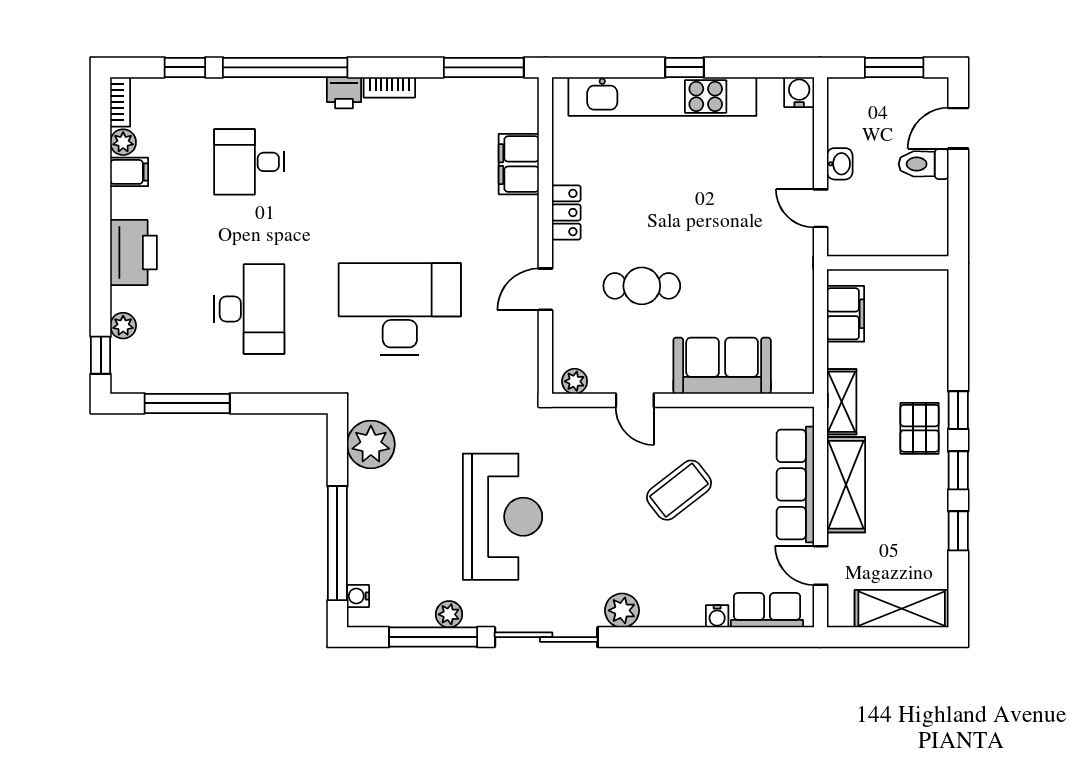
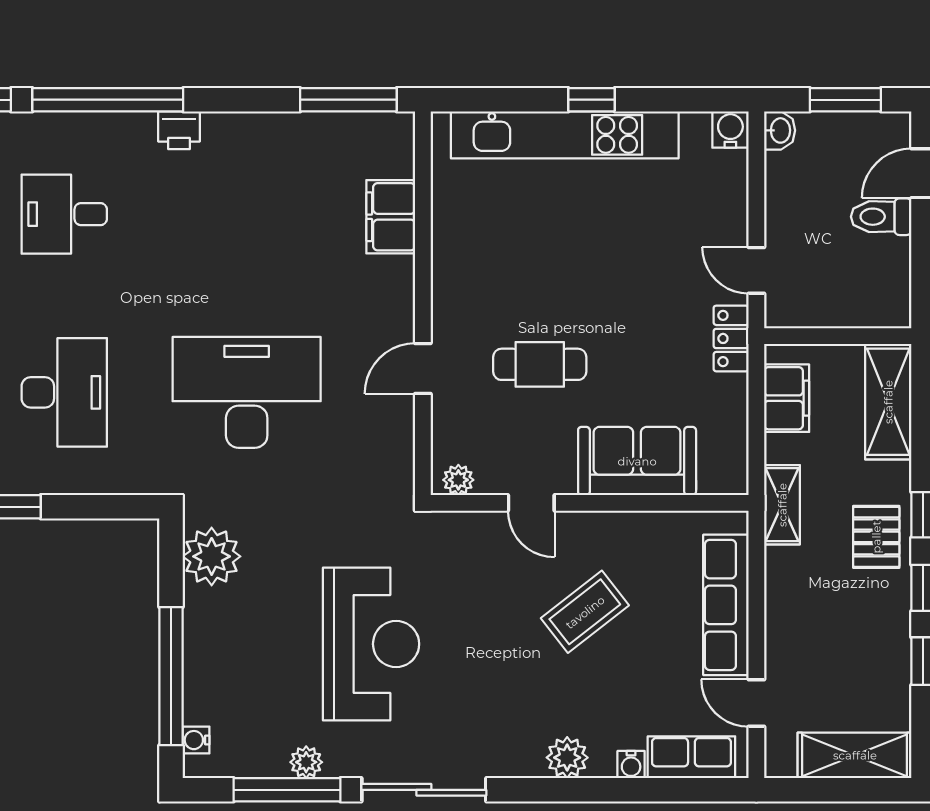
bookcase: (389, 87) -> (234, 124), removed
washbasin: (840, 164) -> (780, 130), moved
locker: (566, 212) -> (731, 338), moved, turned 180
shelving: (846, 485) -> (888, 402), moved
plant: (622, 610) -> (567, 758), moved

